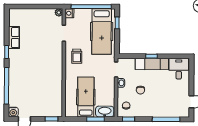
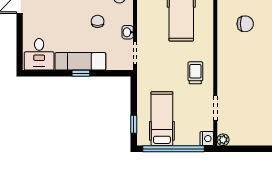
hospital bed: (102, 32) -> (162, 119), width x0.73, depth x0.77
chair: (44, 88) -> (245, 24), added

